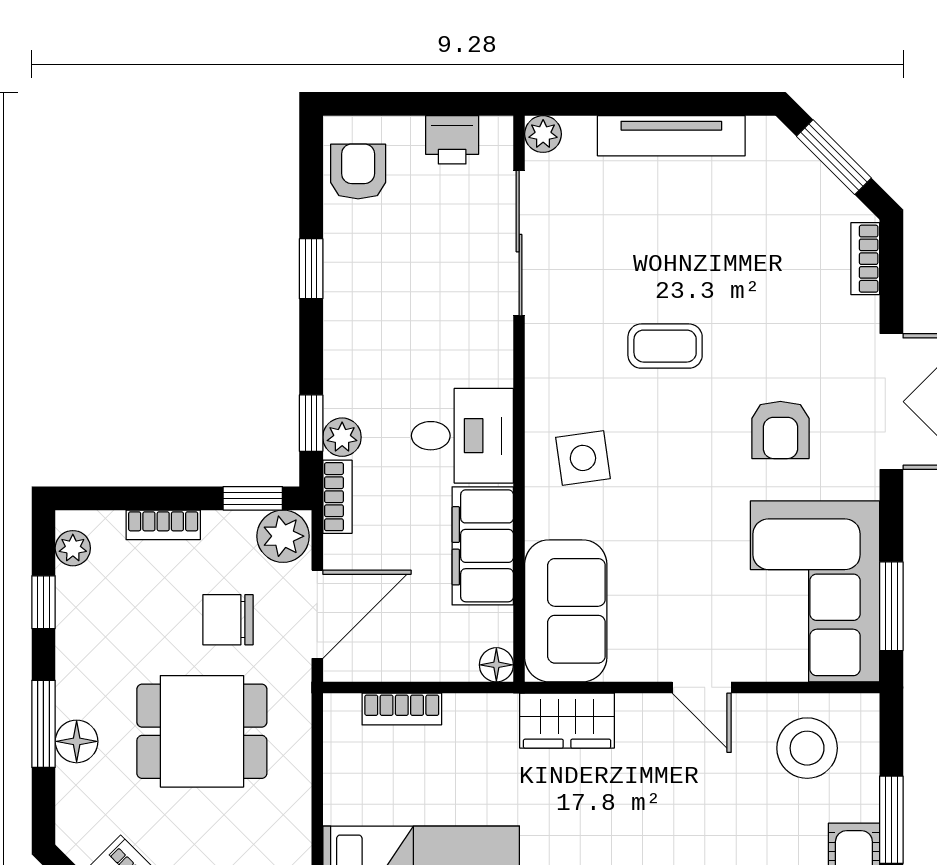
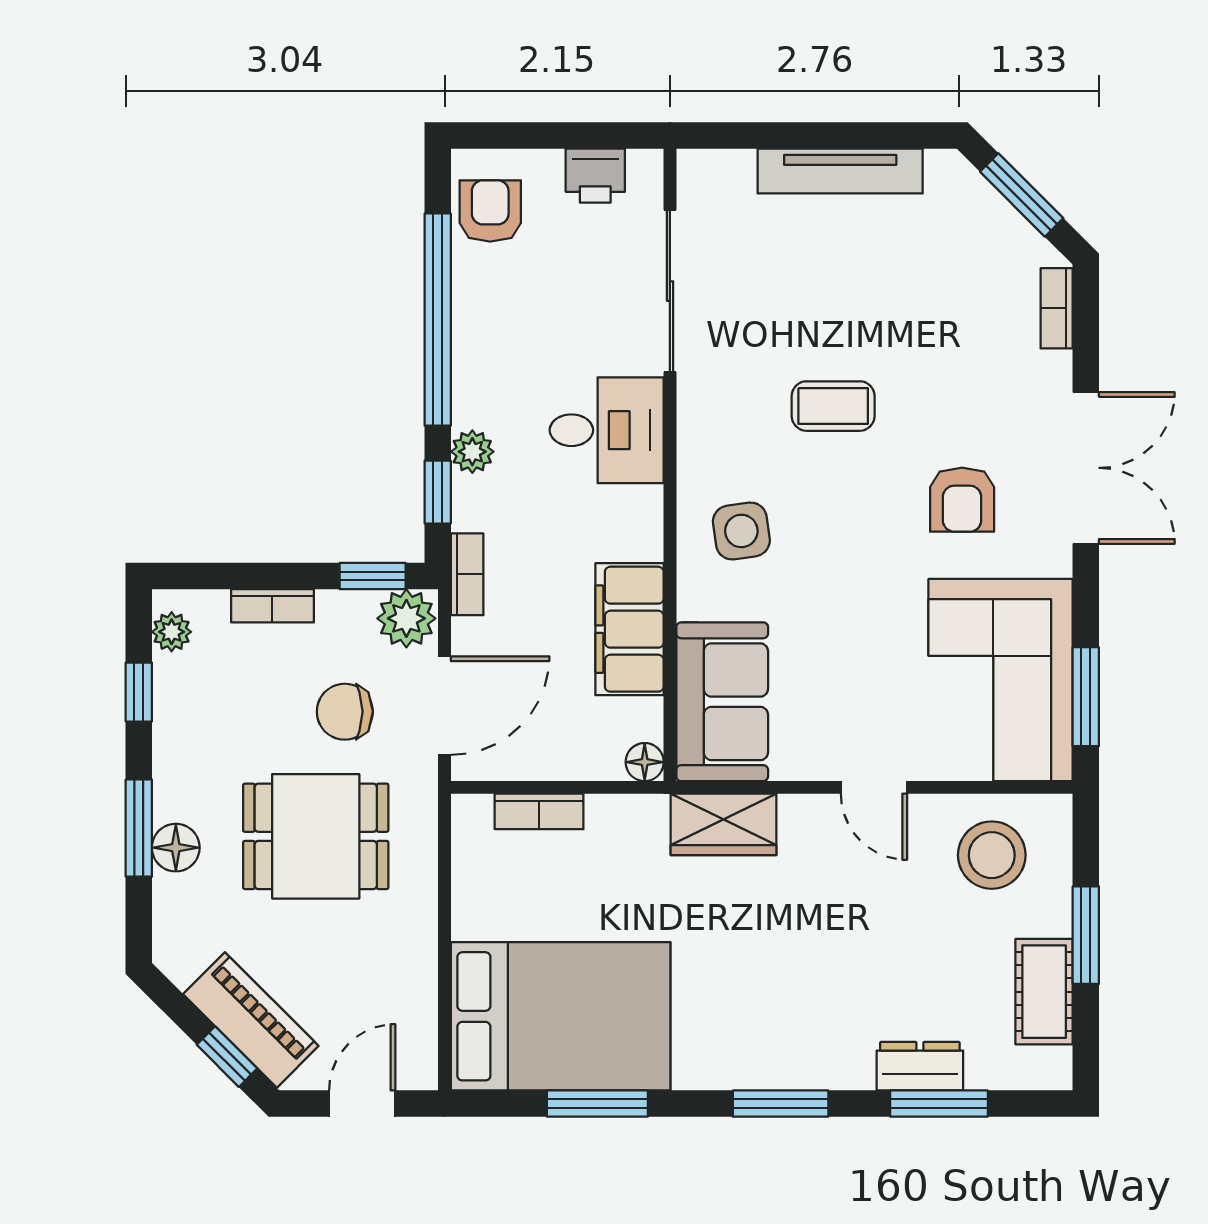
plant: (543, 134) -> (697, 169), removed
window: (311, 269) -> (438, 320), width x3.17
desk: (462, 436) -> (607, 430), moved
plant: (342, 437) -> (472, 452), moved

